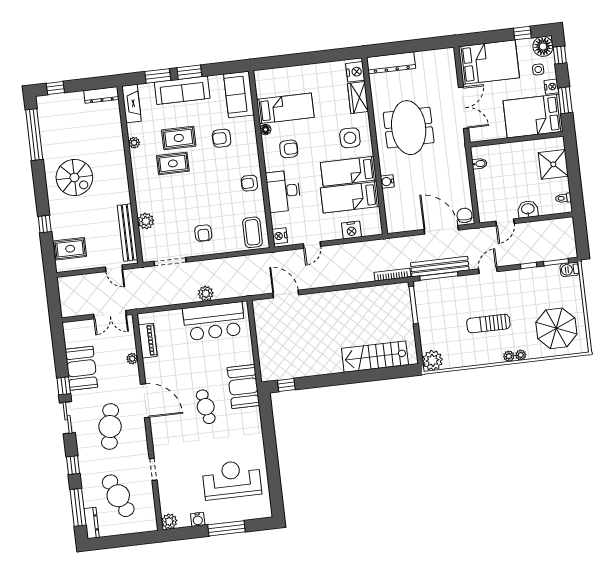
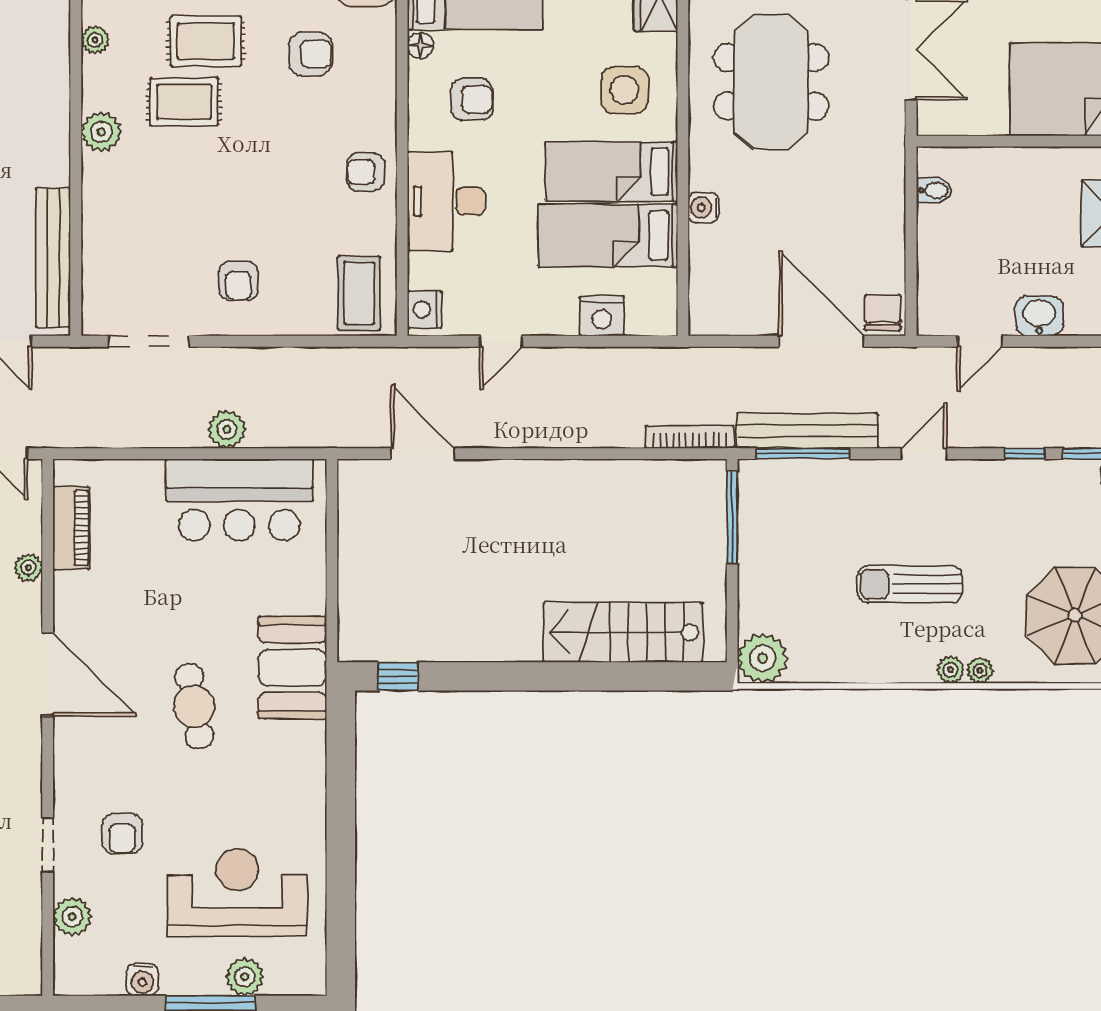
armchair: (222, 138) -> (310, 54), turned 180
plant: (146, 221) -> (101, 132), moved
armchair: (183, 461) -> (122, 834), added
plant: (239, 513) -> (245, 977), added
plant: (169, 521) -> (72, 917), moved

